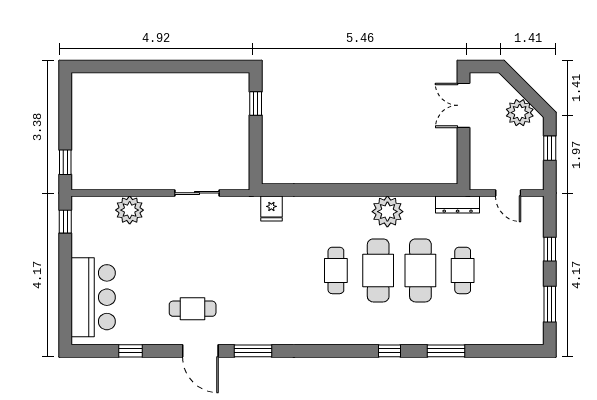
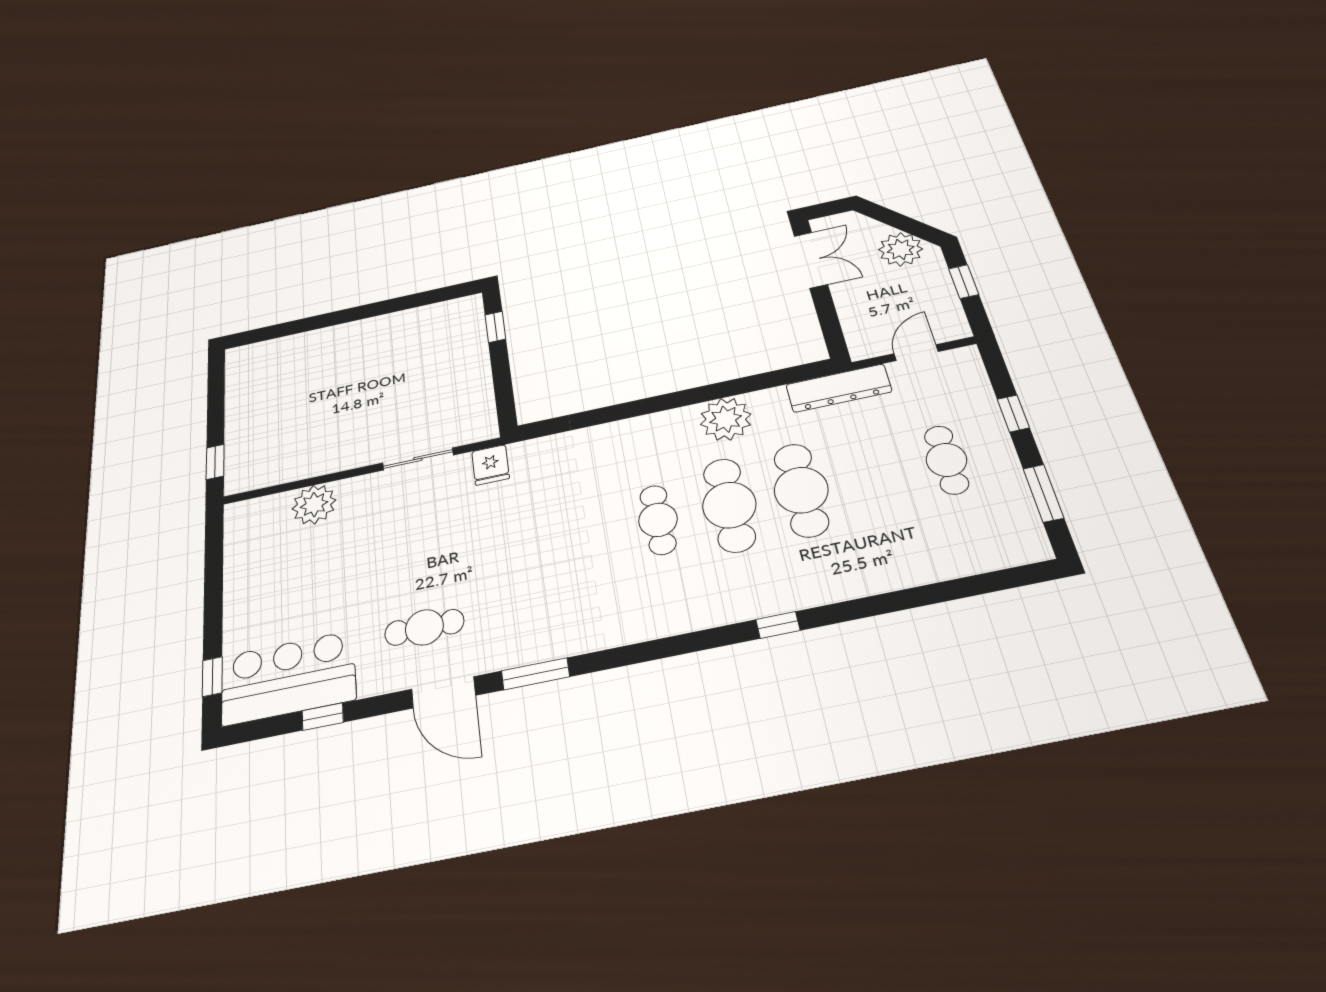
double door: (464, 105) -> (811, 260), swing flipped
door: (508, 193) -> (916, 353), swing flipped
dresser: (458, 204) -> (839, 388), width x1.37, depth x1.24
fridge: (271, 209) -> (491, 465), moved
window: (65, 222) -> (212, 677), moved
cafe table: (463, 270) -> (946, 460), moved
bar counter: (93, 297) -> (288, 678), moved, turned -90
window: (446, 351) -> (880, 604), removed

